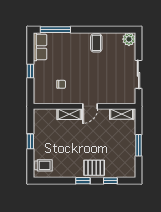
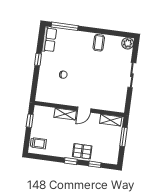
wall: (84, 106) -> (79, 109), moved
door: (90, 106) -> (84, 110), moved
shelving: (69, 114) -> (65, 114), moved
shelving: (122, 114) -> (111, 120), moved

